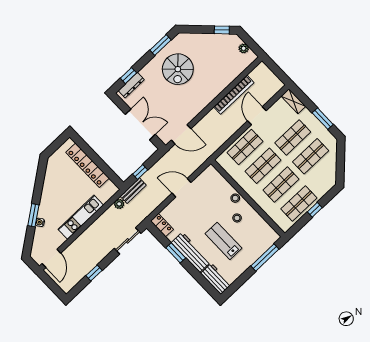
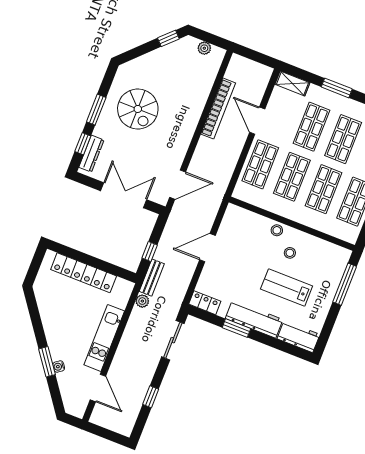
window: (160, 45) -> (96, 110), moved
door: (51, 258) -> (98, 388), moved

